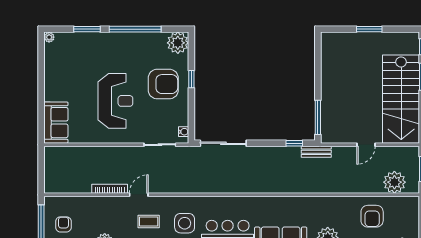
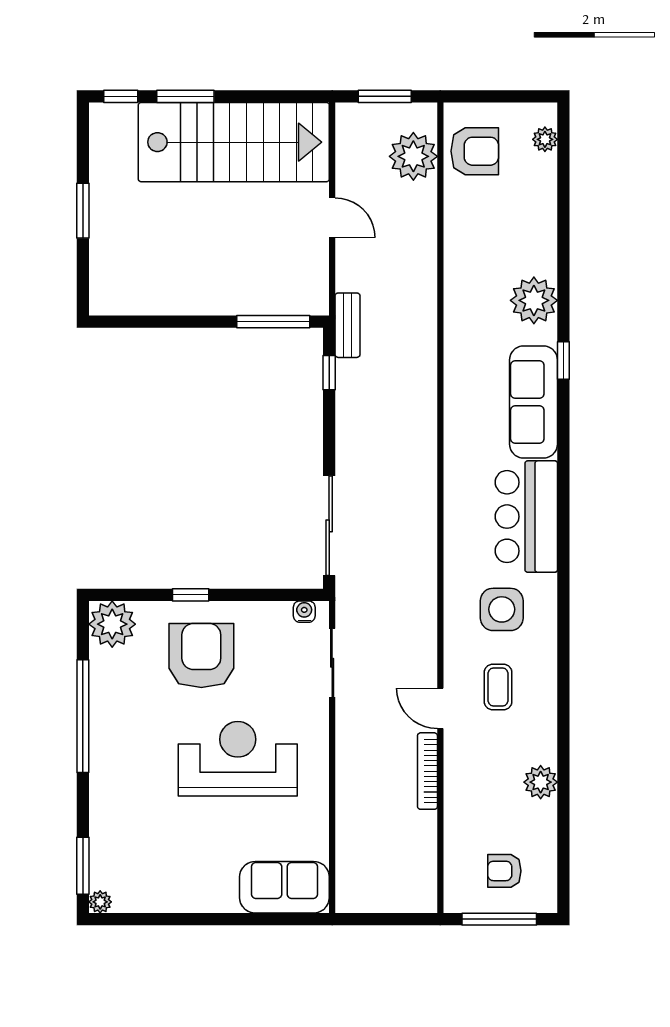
window: (87, 29) -> (83, 866), moved
armchair: (372, 216) -> (475, 151), moved

